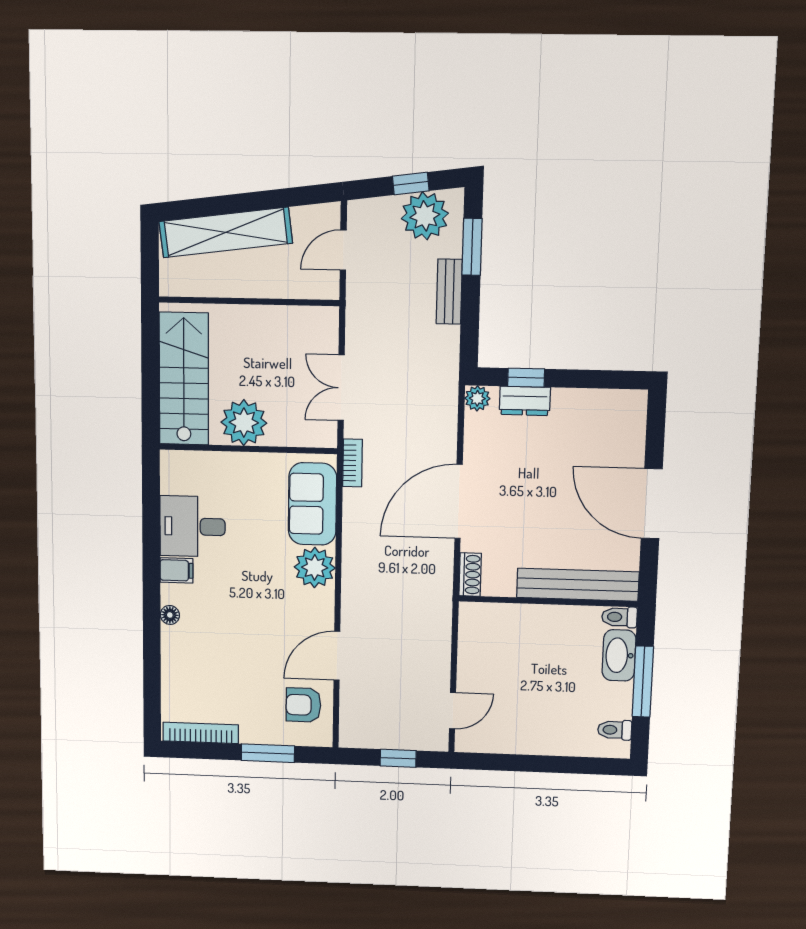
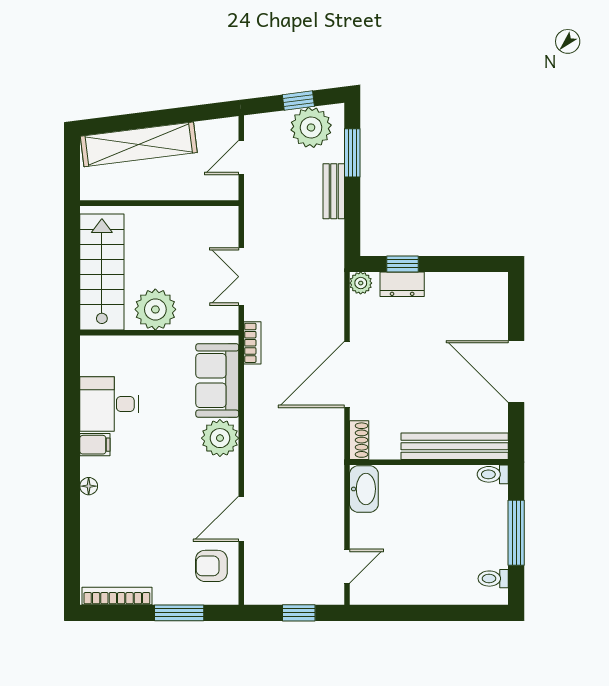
washbasin: (619, 655) -> (364, 489), moved, turned 180

